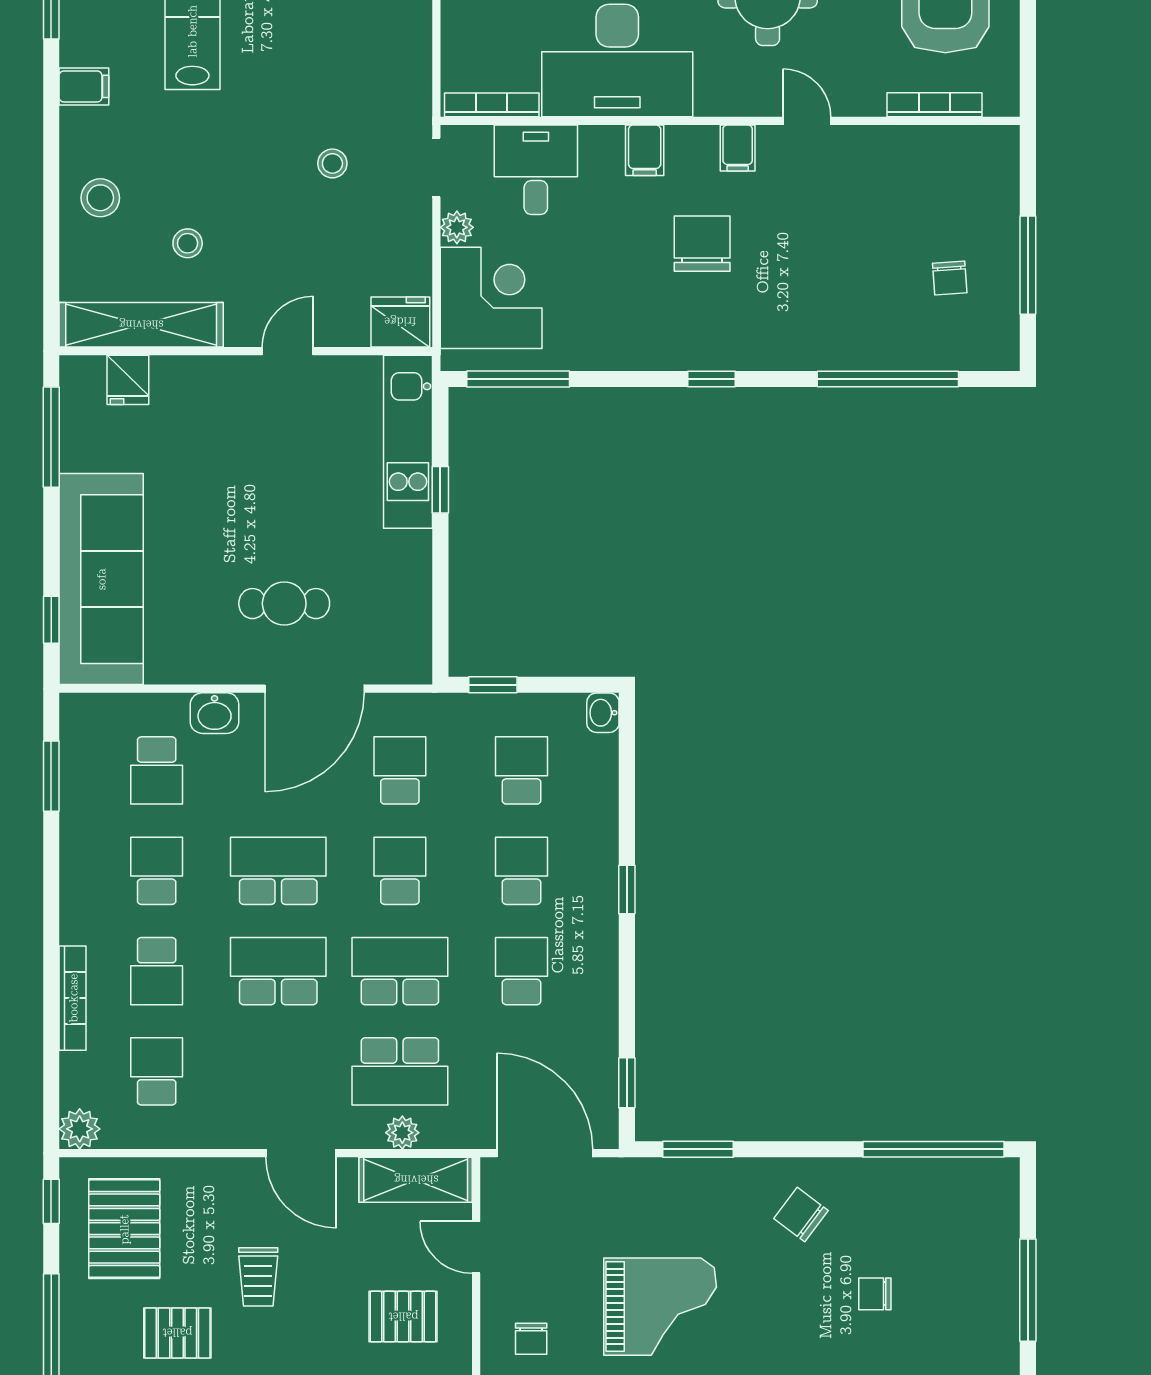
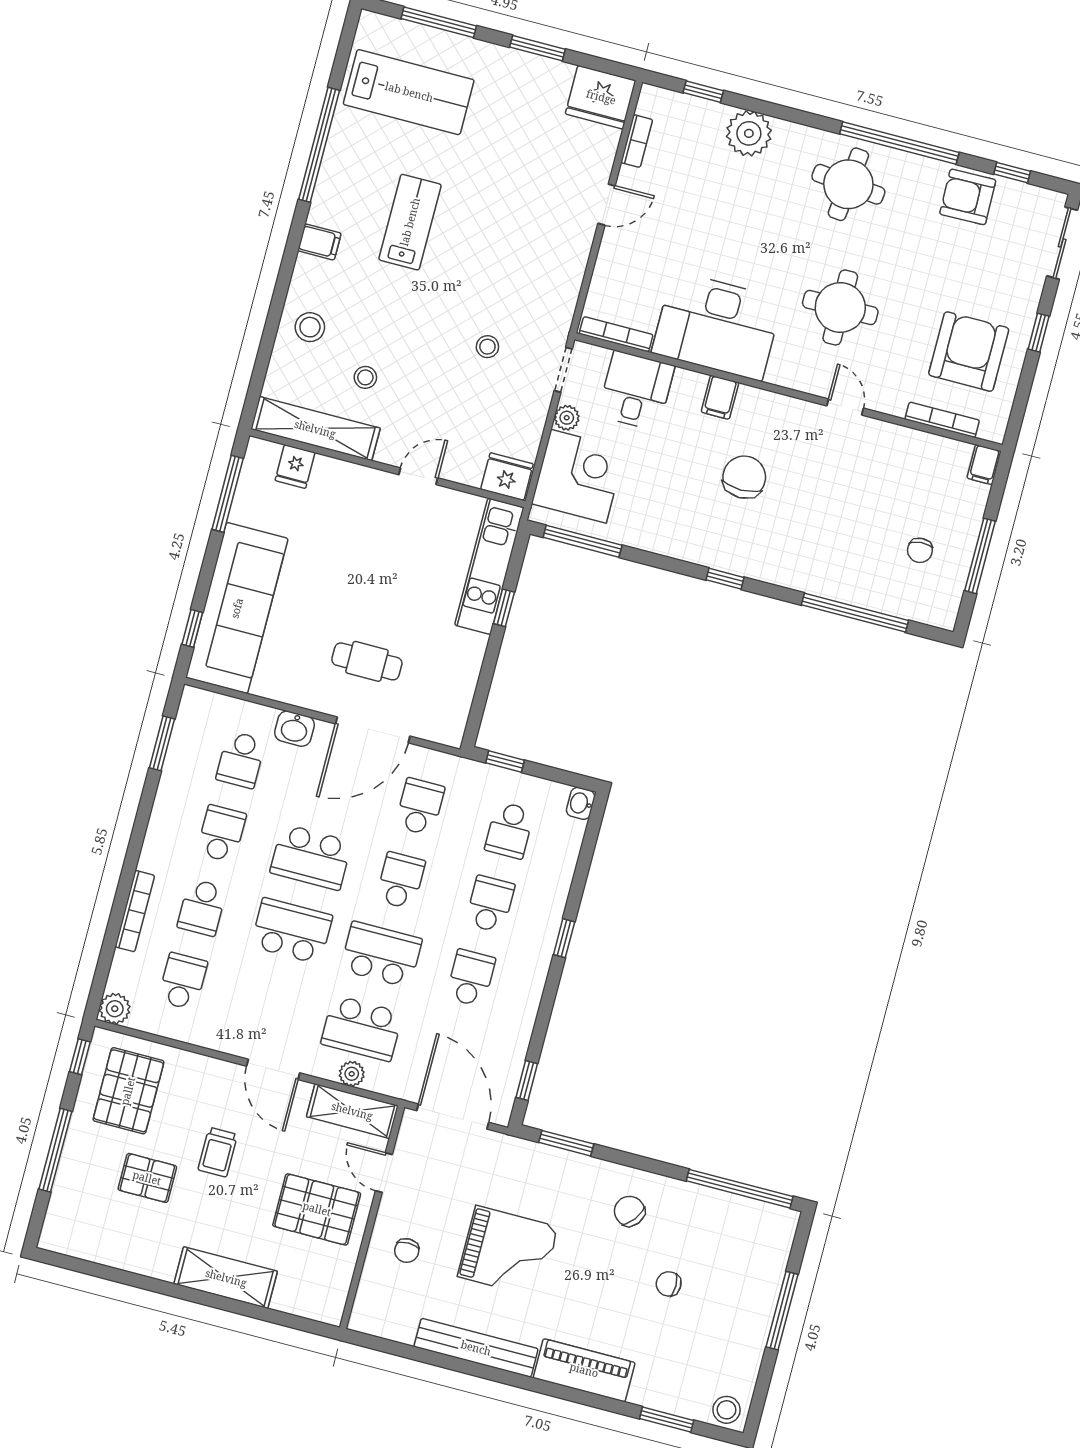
filing cabinet: (738, 148) -> (984, 465), moved
school desk: (522, 770) -> (509, 830), turned 180
school desk: (278, 871) -> (311, 857), turned 180
pallet: (403, 1317) -> (317, 1209), width x1.50, depth x1.42

